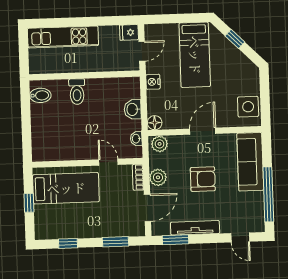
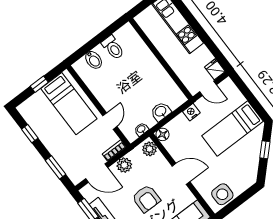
toilet: (77, 92) -> (113, 48), moved, turned -90
bidet: (40, 95) -> (94, 60), moved

